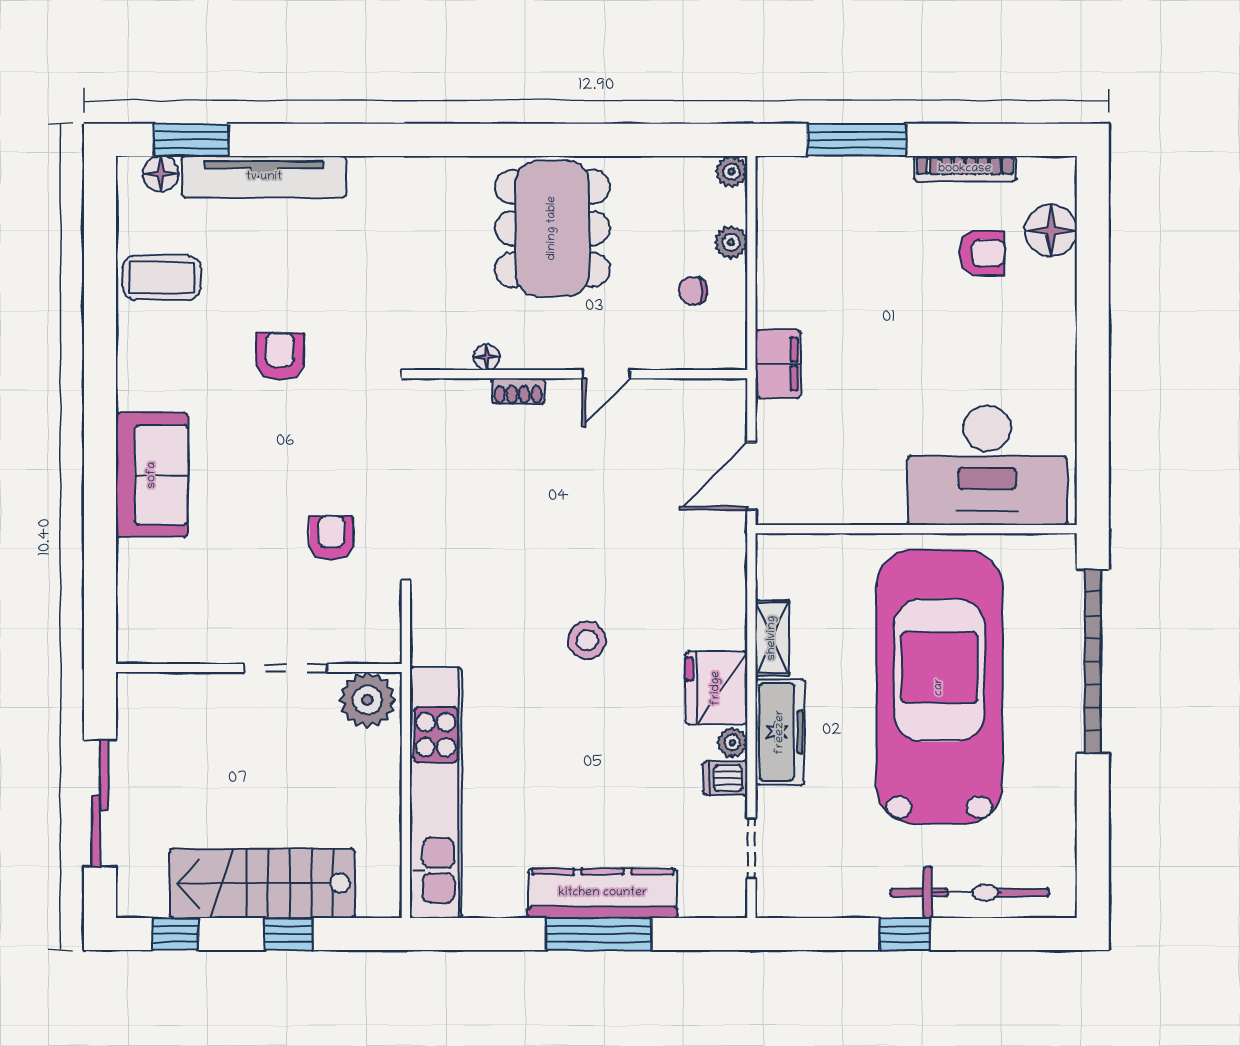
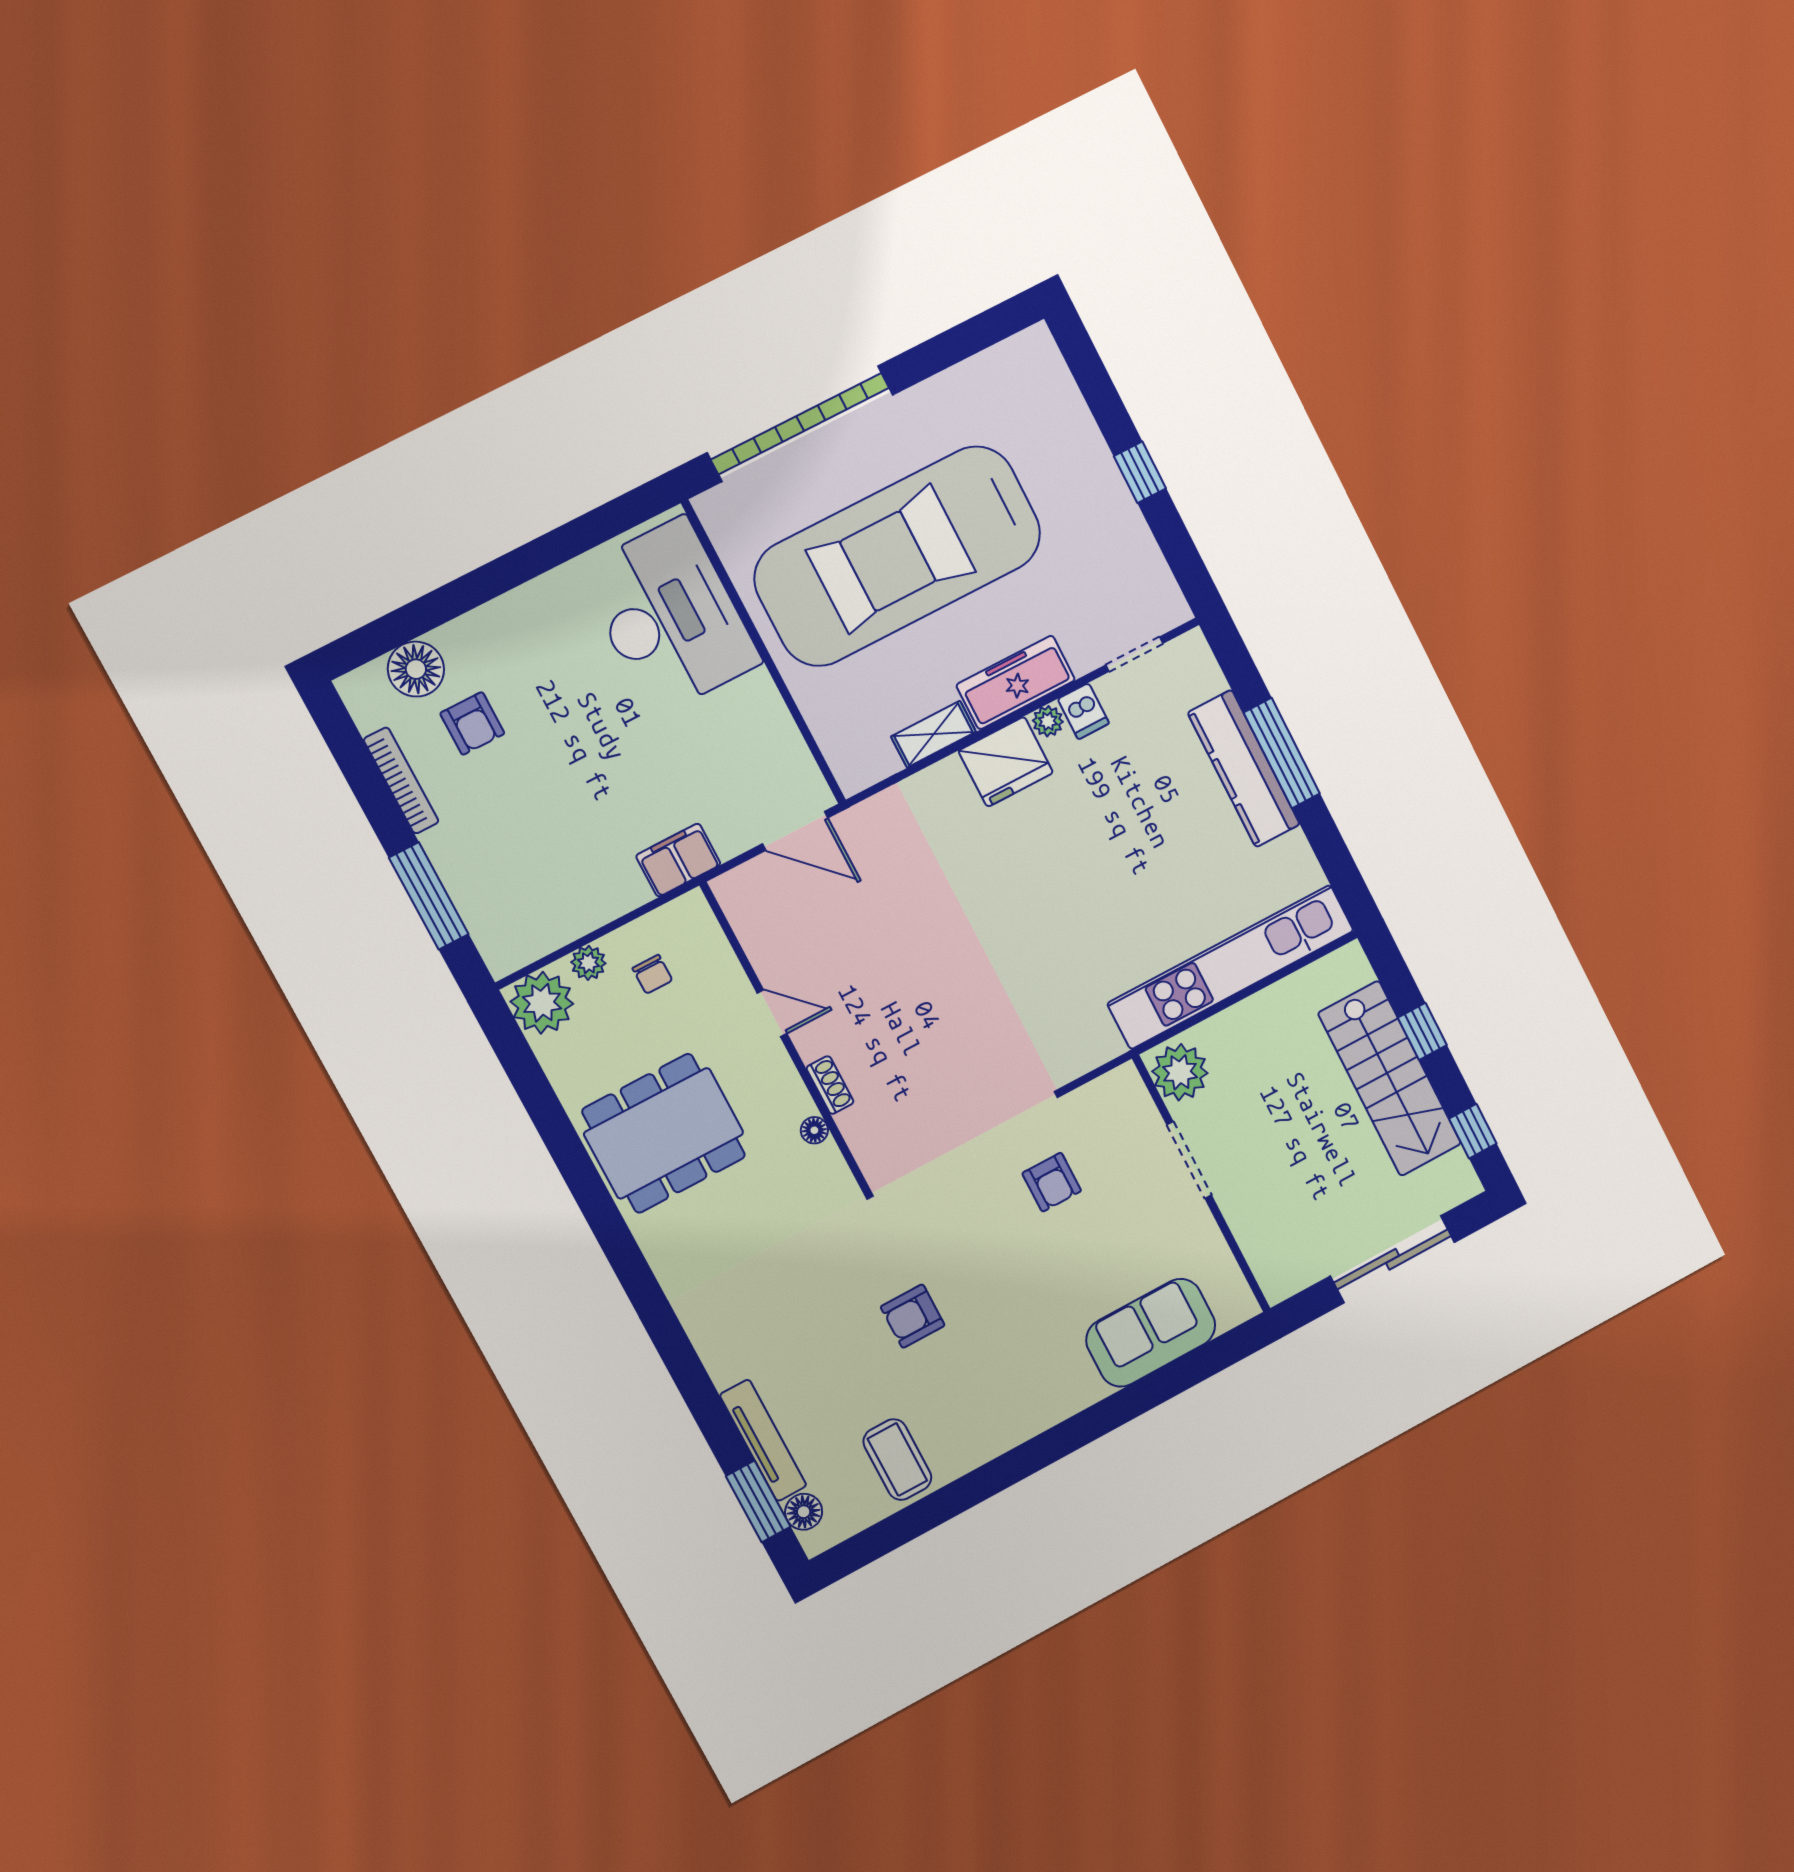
plant: (731, 172) -> (542, 1003), width x1.88, depth x1.88
tv unit: (264, 177) -> (763, 1440), width x0.73, depth x0.78
armchair: (982, 253) -> (472, 723), turned 180
sofa: (152, 475) -> (1151, 1333), moved
armchair: (331, 538) -> (1052, 1182), turned -90
stool: (587, 640) -> (1024, 903), removed
bicycle: (970, 892) -> (1072, 431), removed

